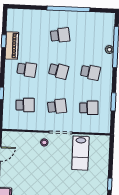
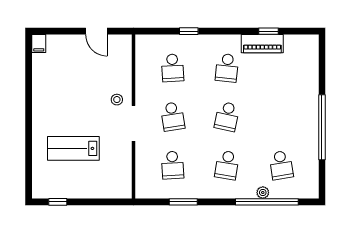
school desk: (60, 35) -> (281, 165), moved
lab bench: (80, 153) -> (73, 148), moved

